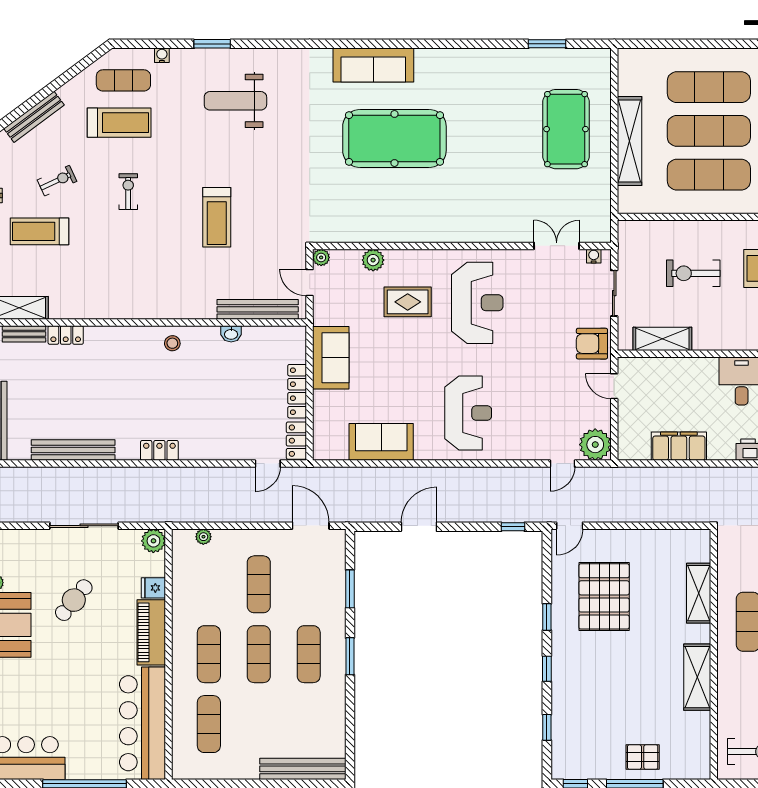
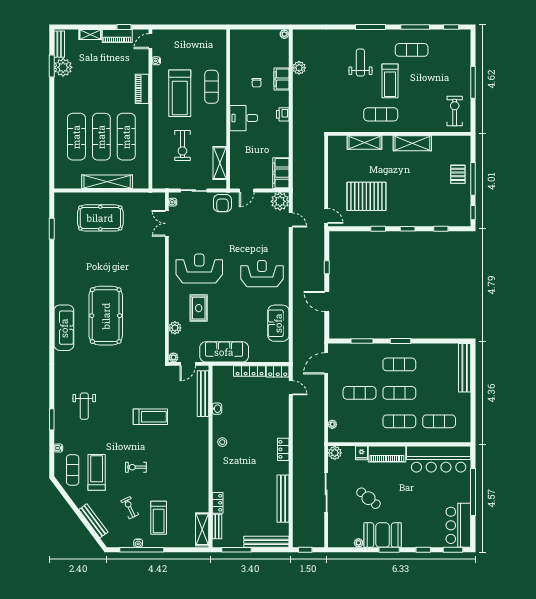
weight bench: (235, 101) -> (84, 406), width x0.73, depth x0.75
sofa: (331, 358) -> (224, 352), width x1.36
filing cabinet: (679, 446) -> (281, 173), moved
window: (513, 527) -> (327, 267), moved

